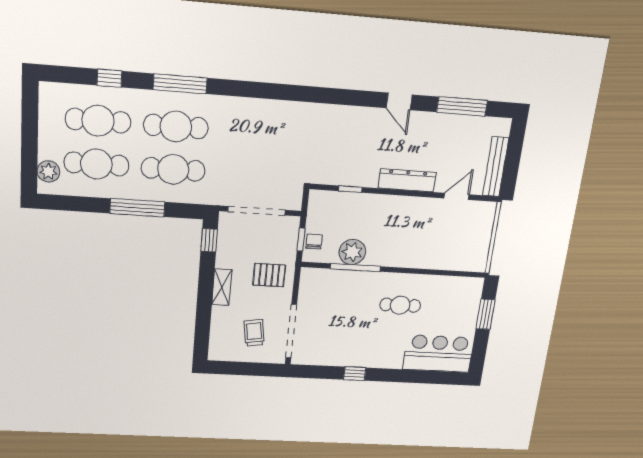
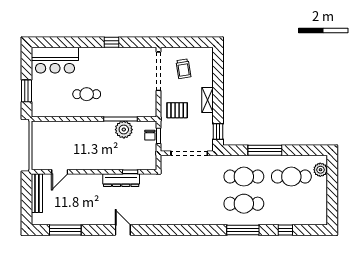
door: (399, 101) -> (123, 230), moved
cafe table: (98, 121) -> (291, 204), removed
dresser: (407, 180) -> (121, 180), moved

